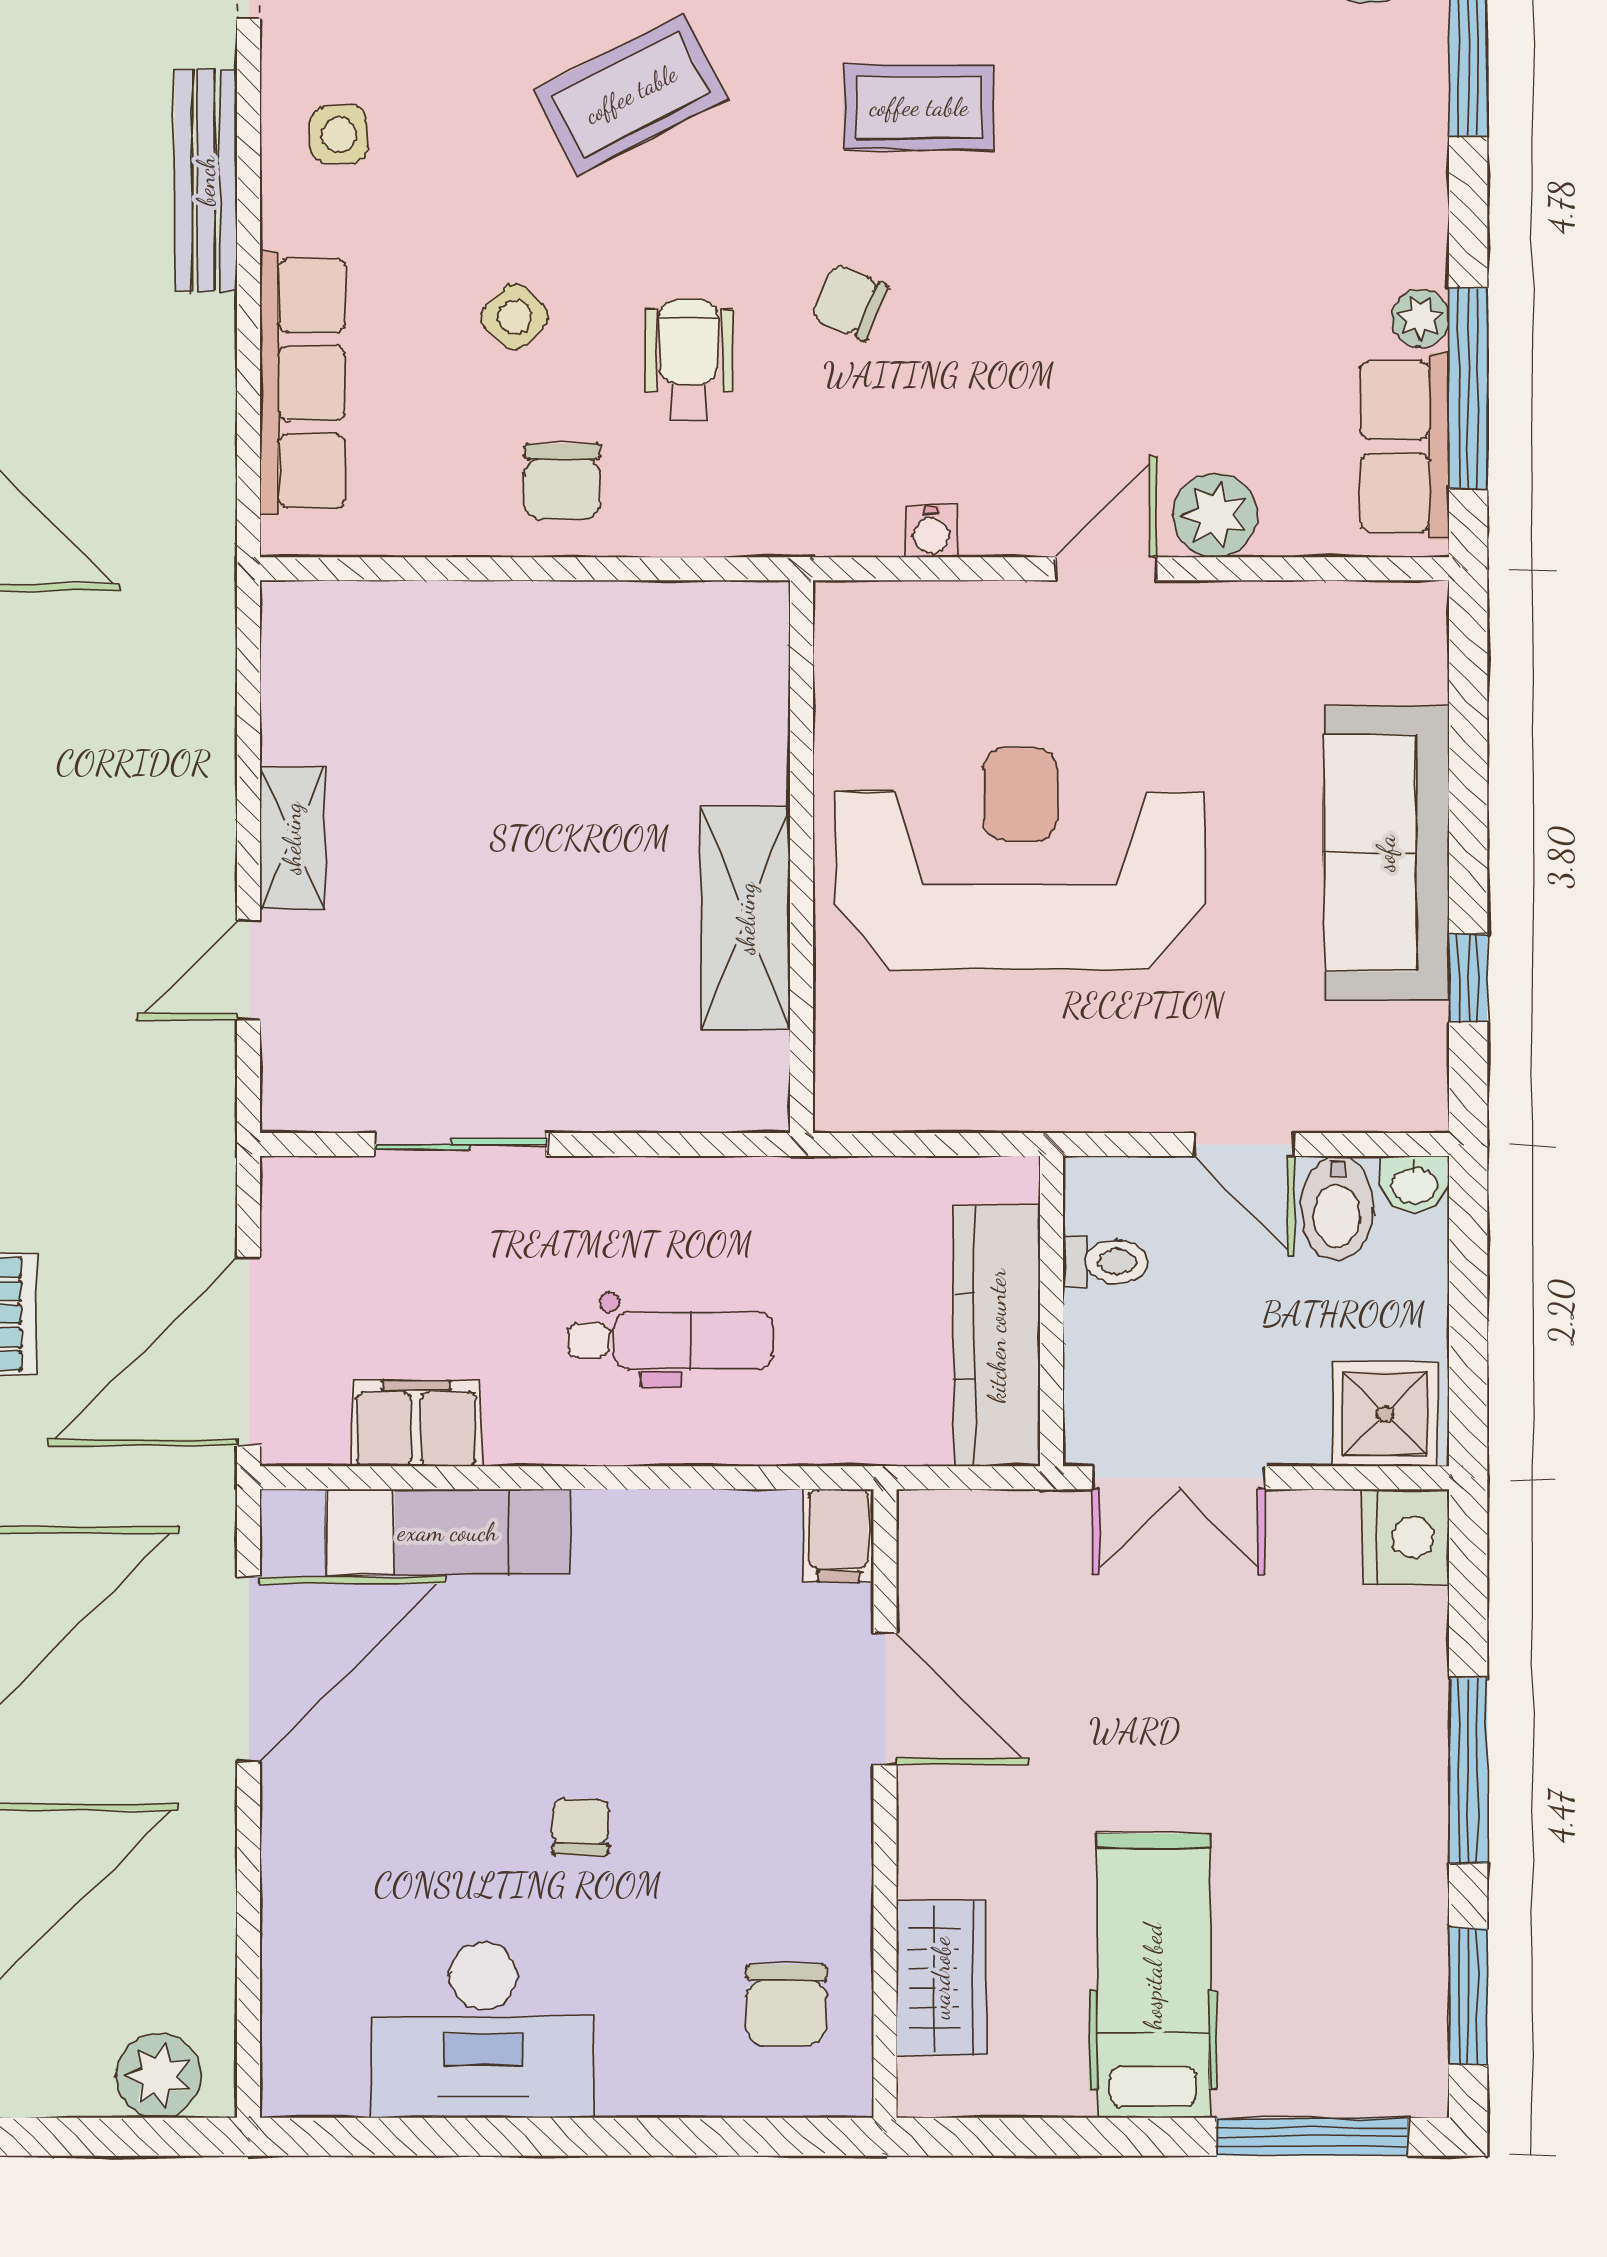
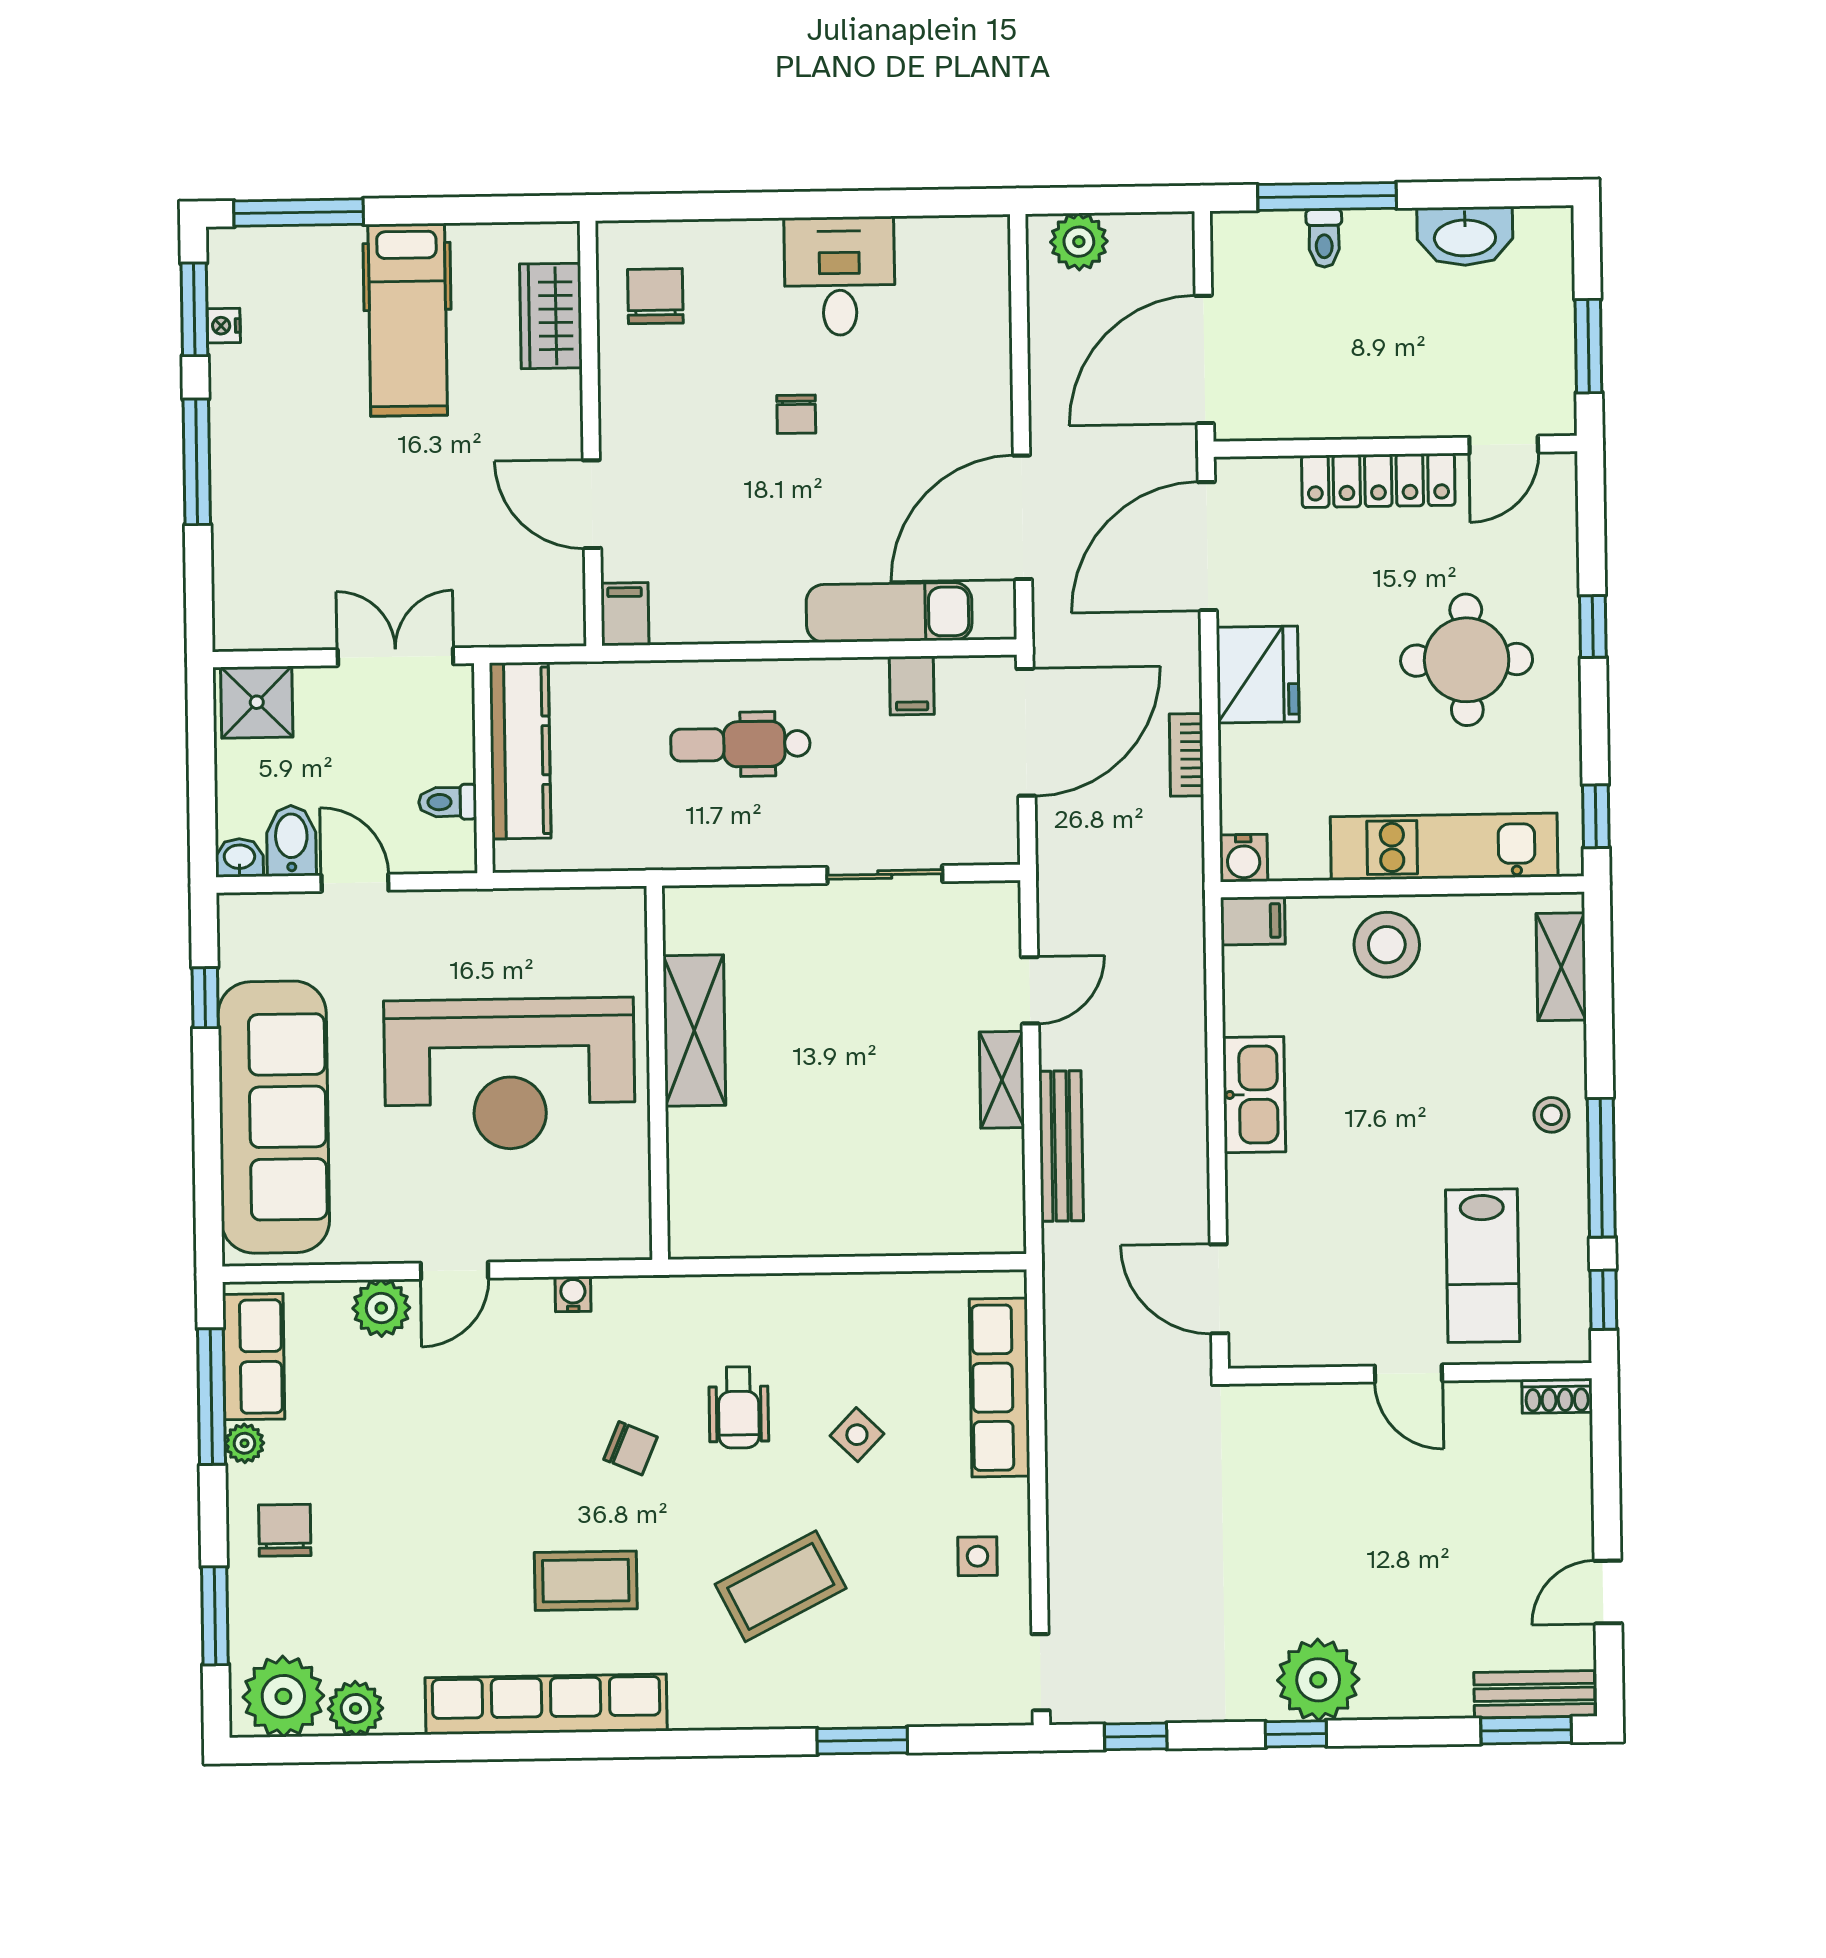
bench: (206, 181) -> (1061, 1146), moved
chair: (562, 482) -> (285, 1530), moved
sofa: (1386, 853) -> (274, 1117), width x1.36, depth x1.27
filing cabinet: (416, 1423) -> (912, 686), width x0.50
nightstand: (1406, 1537) -> (224, 326), moved, width x0.53, depth x0.56
desk: (483, 2030) -> (840, 276), width x0.73

